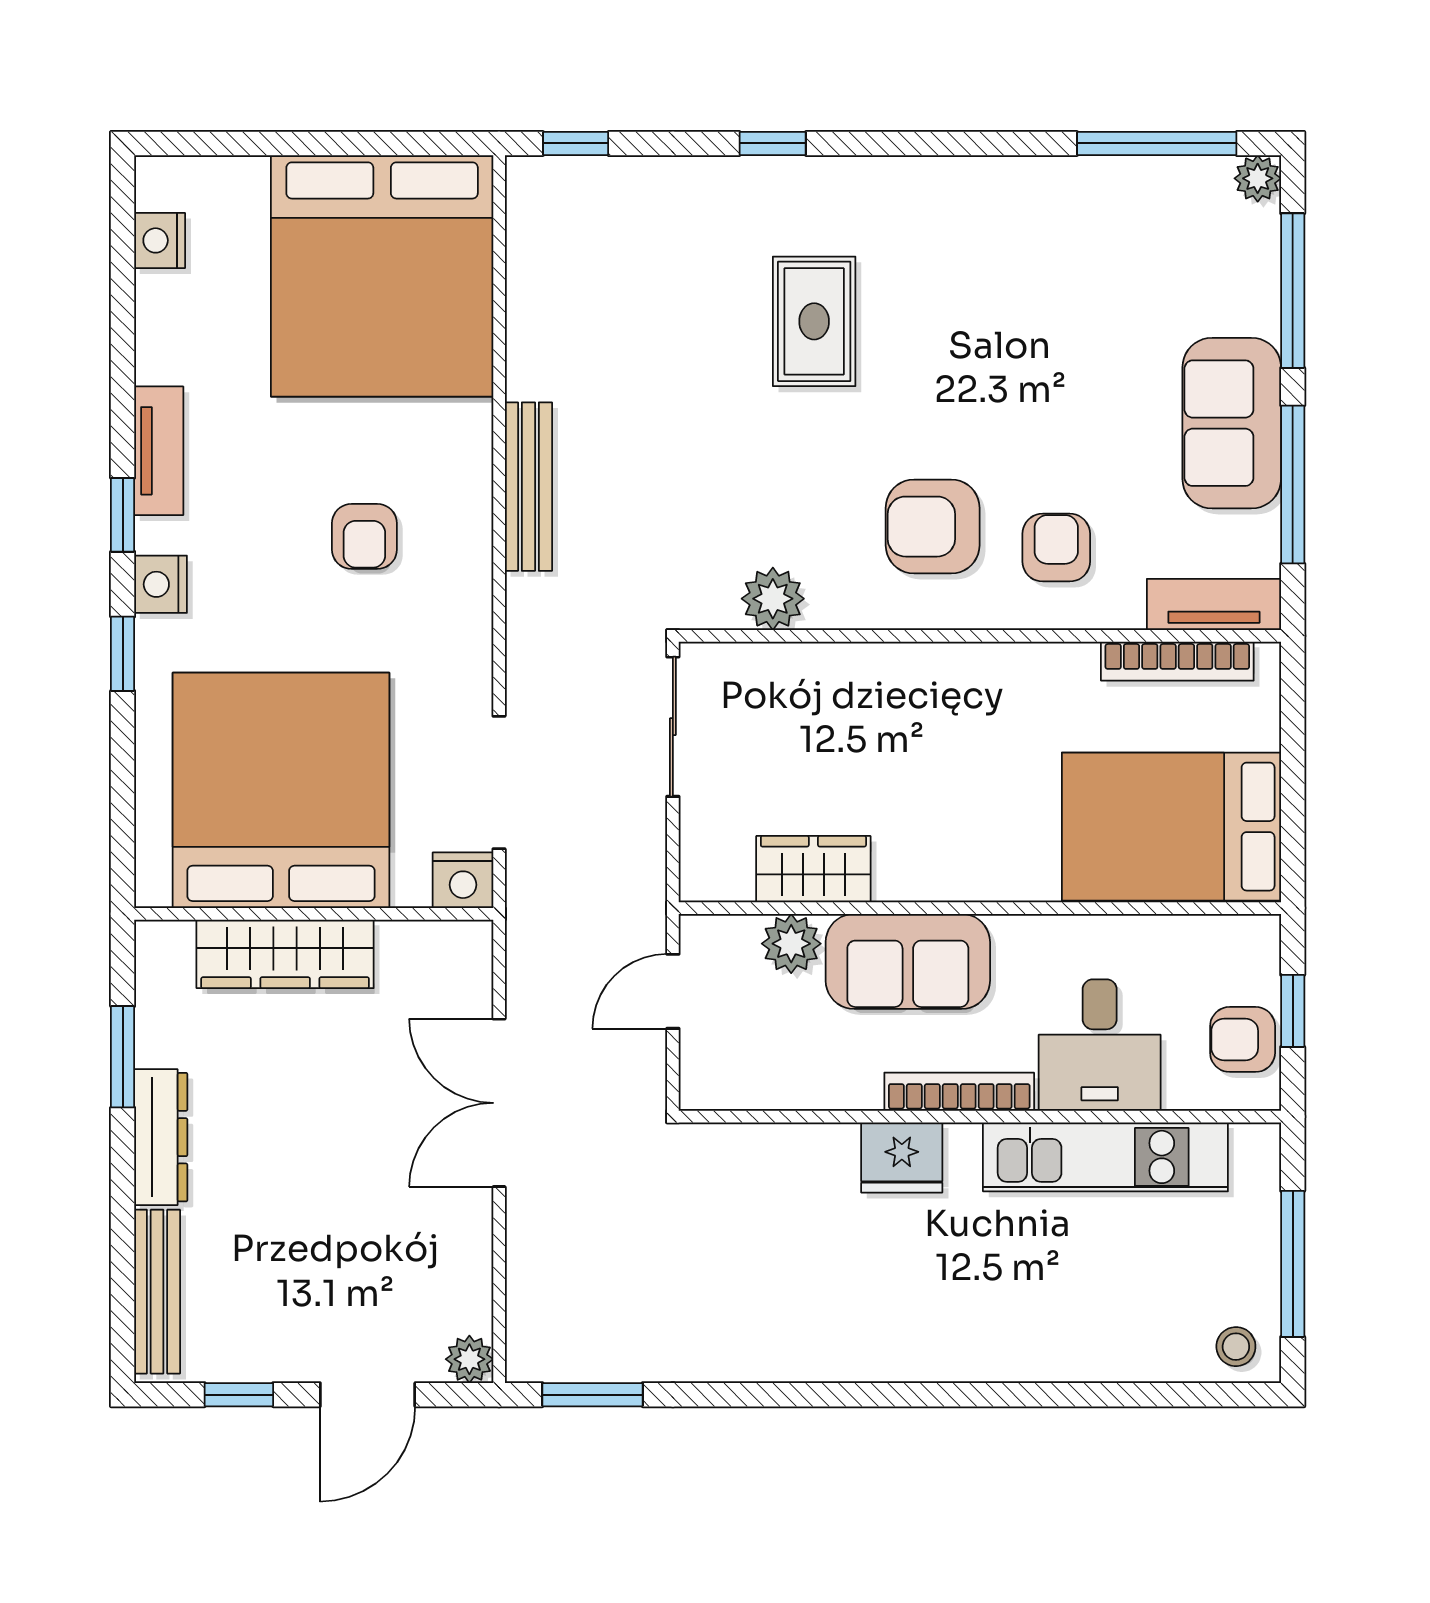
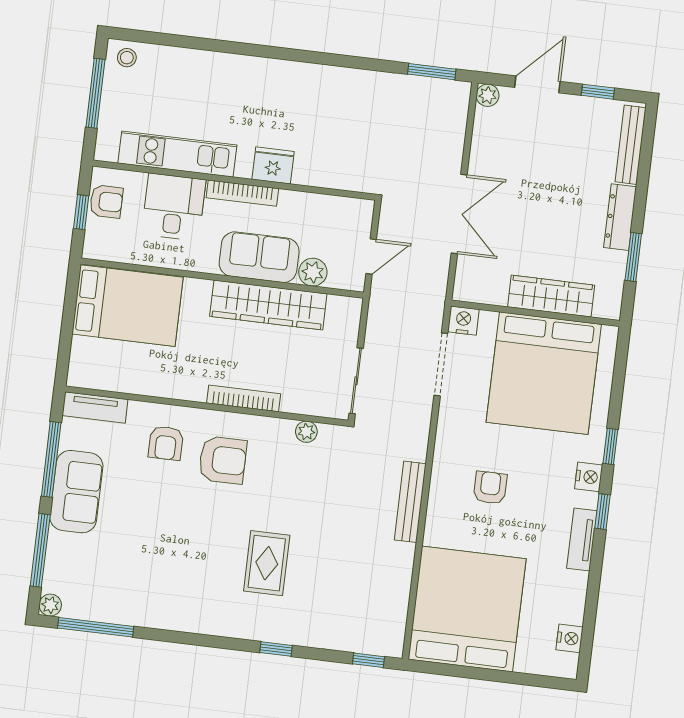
plant: (773, 599) -> (306, 432), width x0.73, depth x0.73
bookcase: (1177, 661) -> (244, 398), moved
wardrobe: (813, 869) -> (268, 305), width x2.10, depth x1.17

